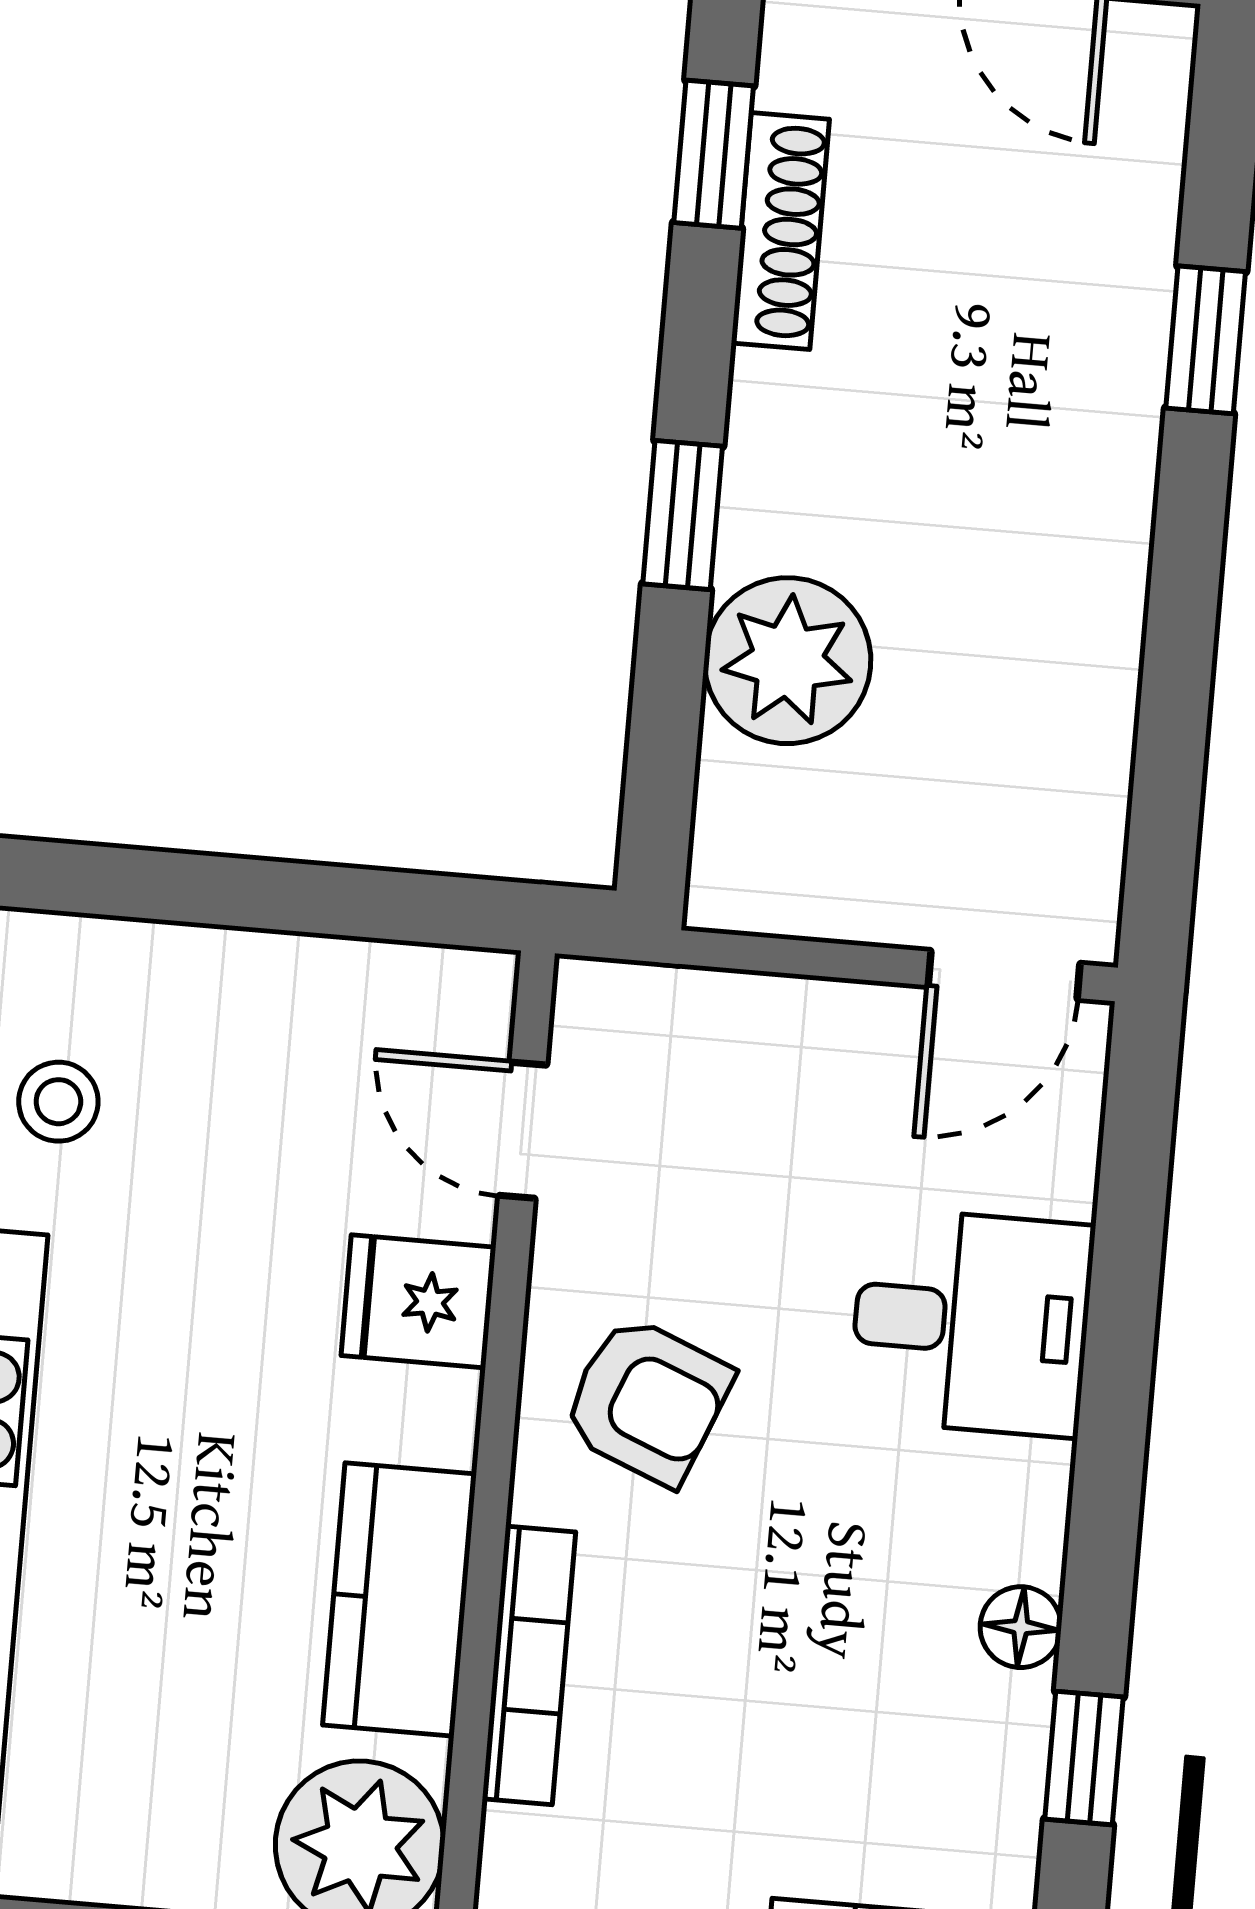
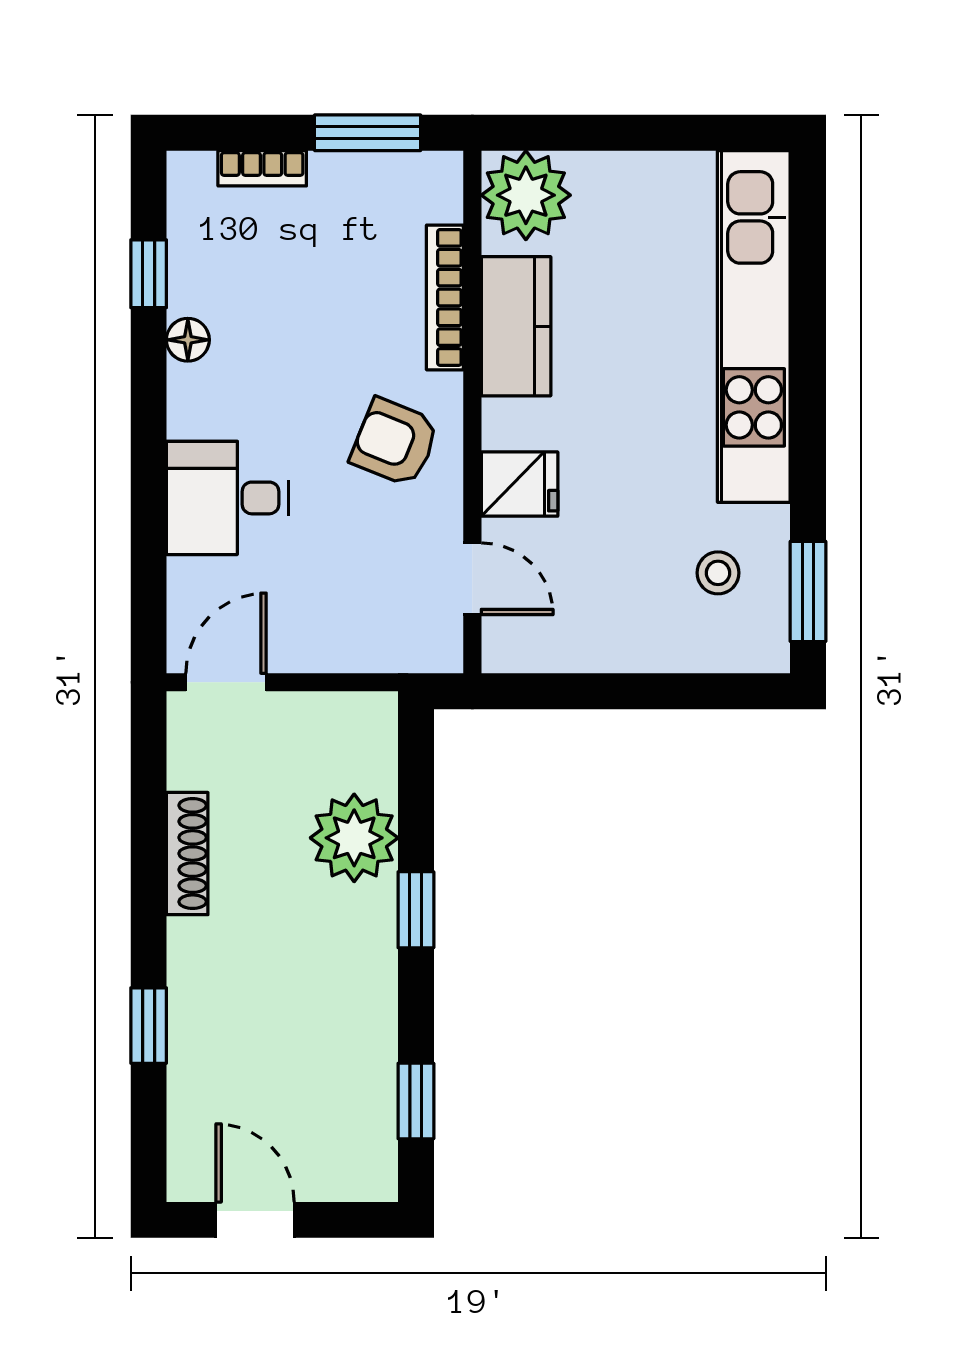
shoe rack: (780, 231) -> (187, 854), moved, turned 180

